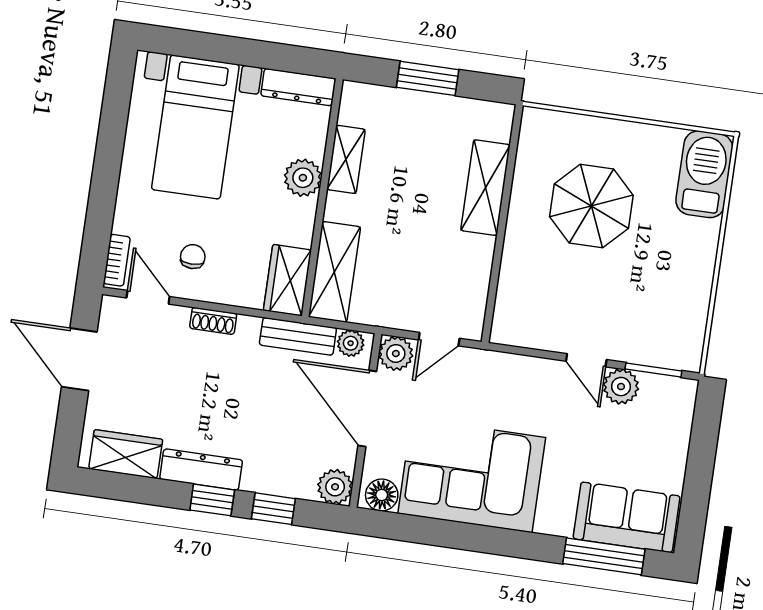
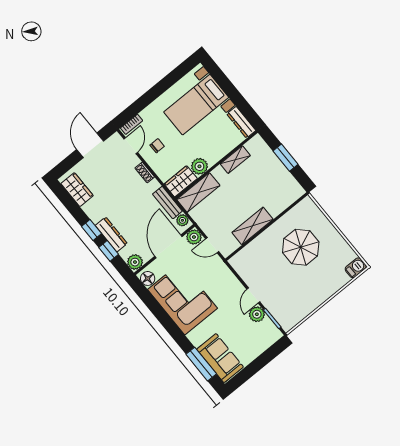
barbecue: (704, 174) -> (356, 268), width x0.53, depth x0.65
plant: (303, 178) -> (199, 166), moved
shelving: (485, 188) -> (253, 226), moved
dresser: (201, 469) -> (111, 234), moved

